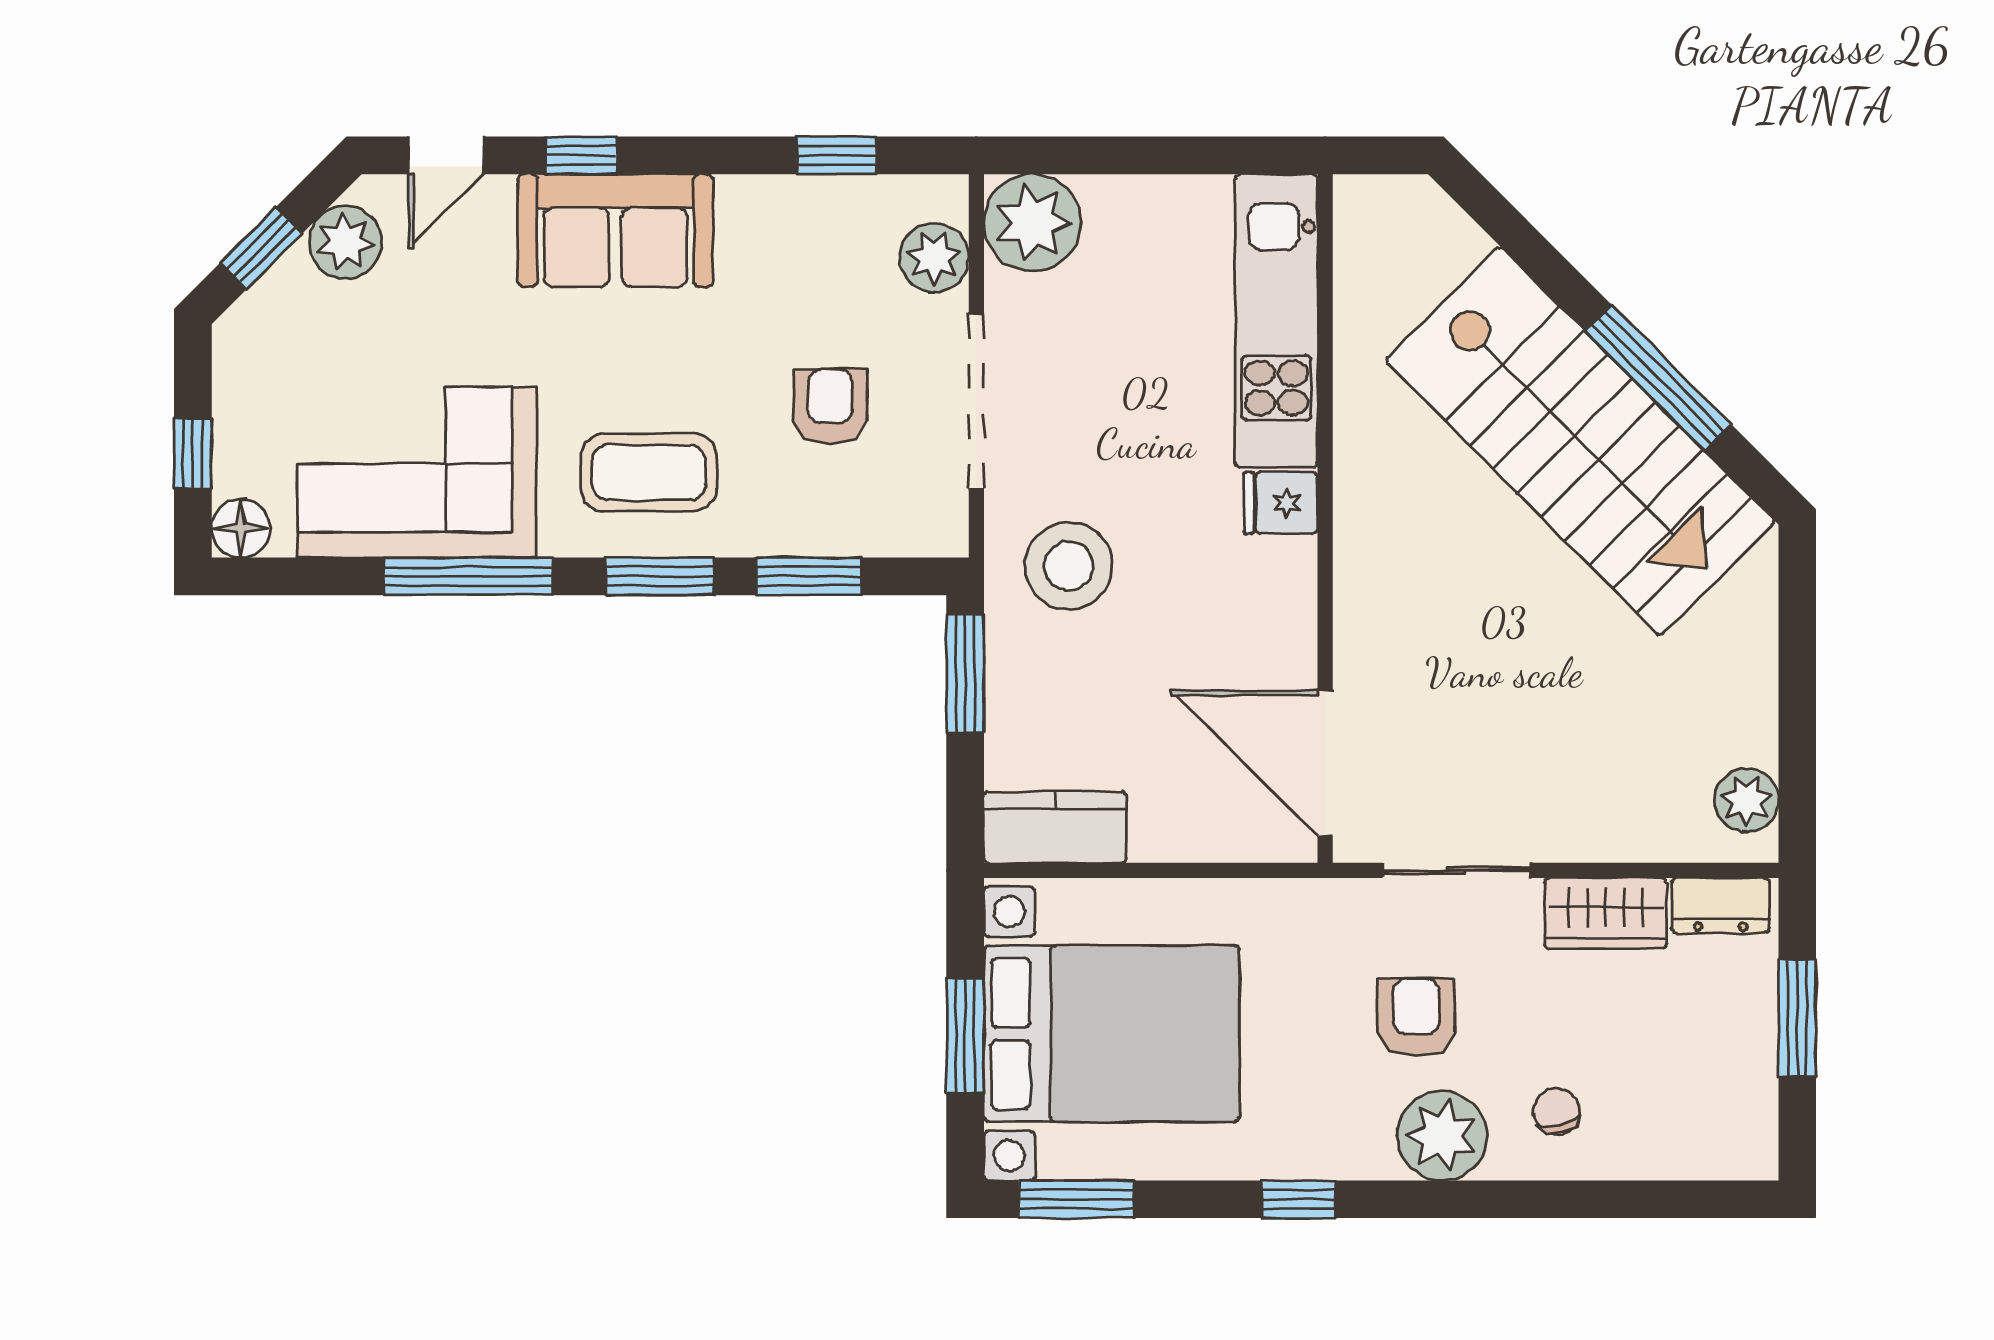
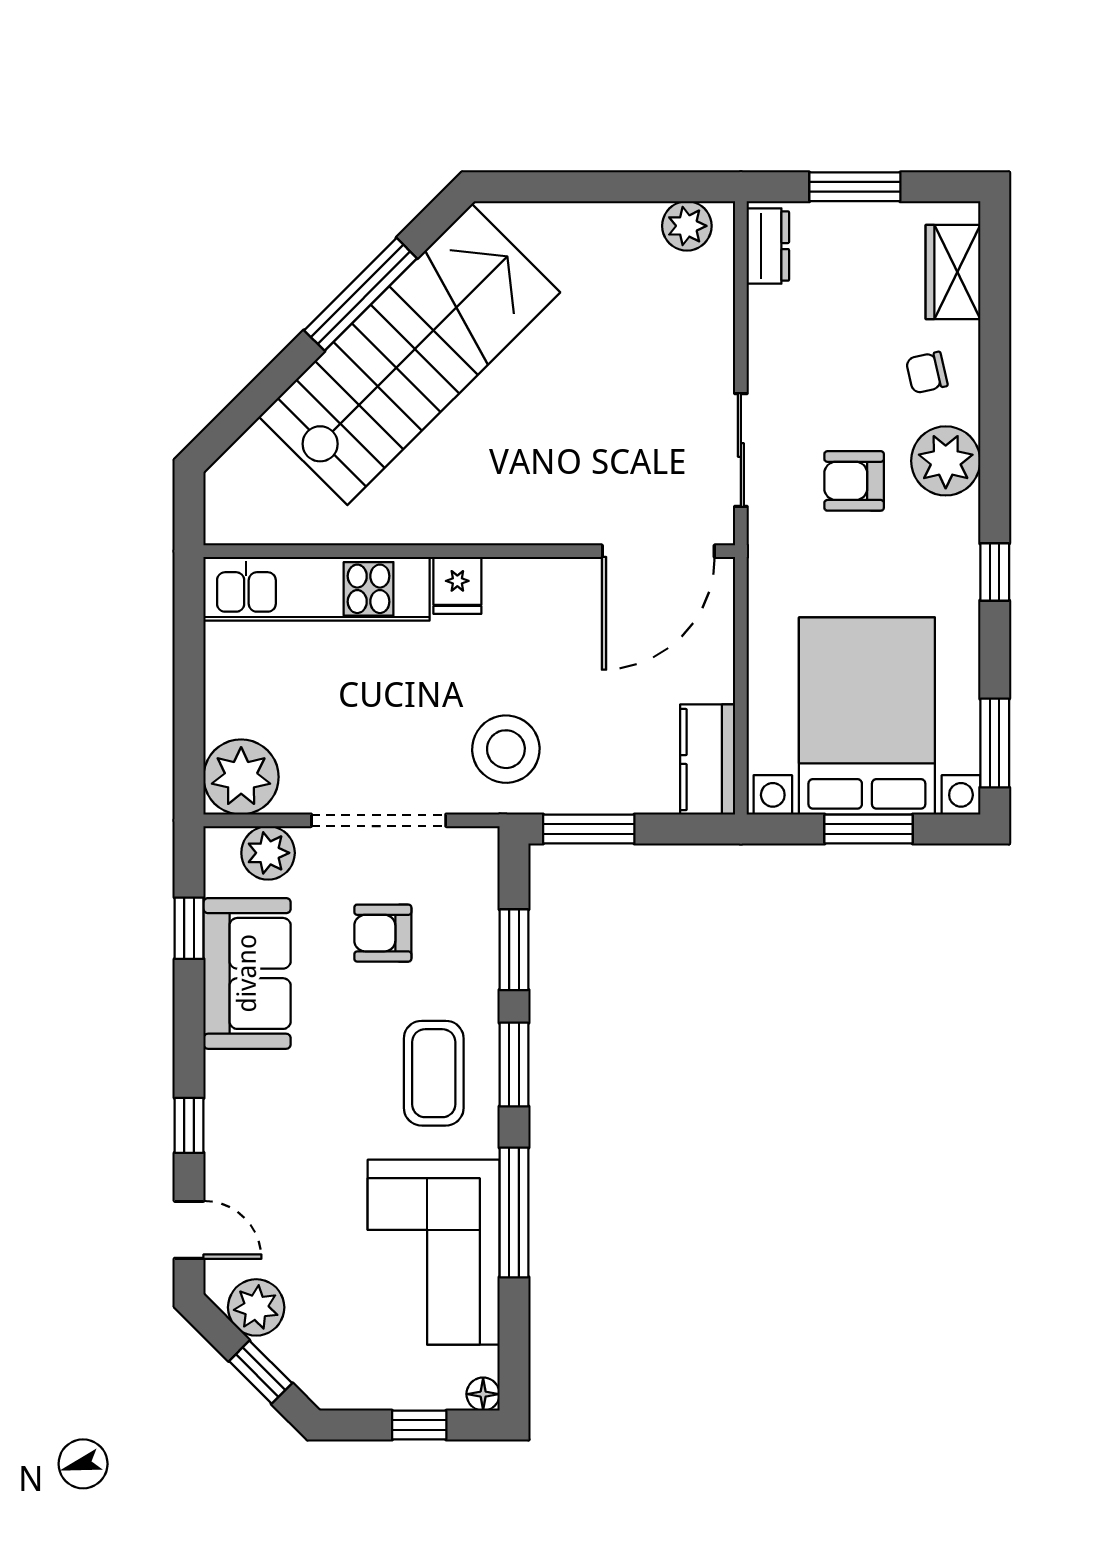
sofa: (615, 230) -> (247, 973), moved
floor lamp: (241, 528) -> (483, 1394), width x0.73, depth x0.73
wardrobe: (1606, 913) -> (953, 272), moved, turned 180

